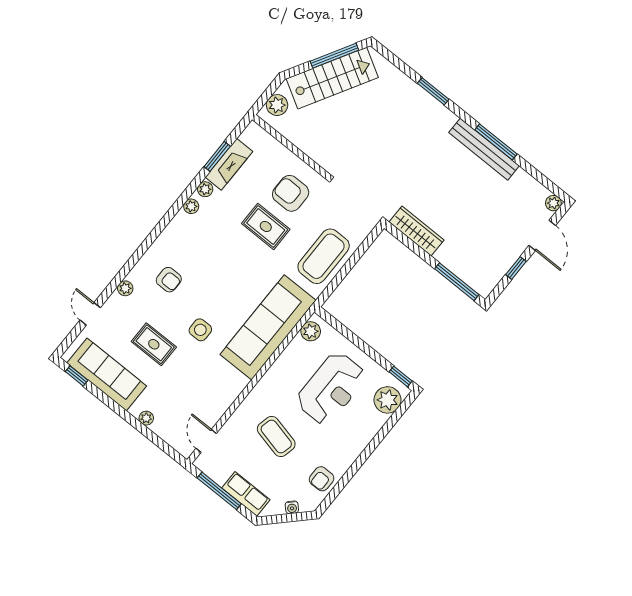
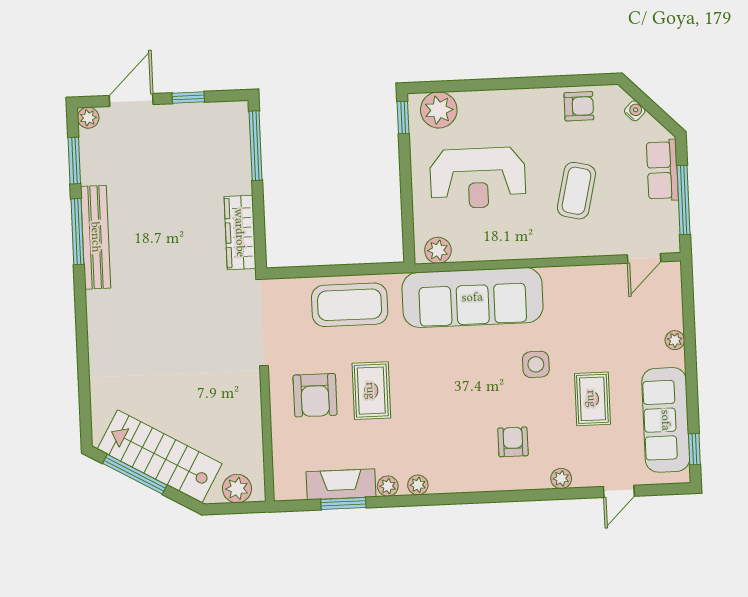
window: (433, 91) -> (74, 161), moved
reception desk: (331, 388) -> (478, 178), turned 180

